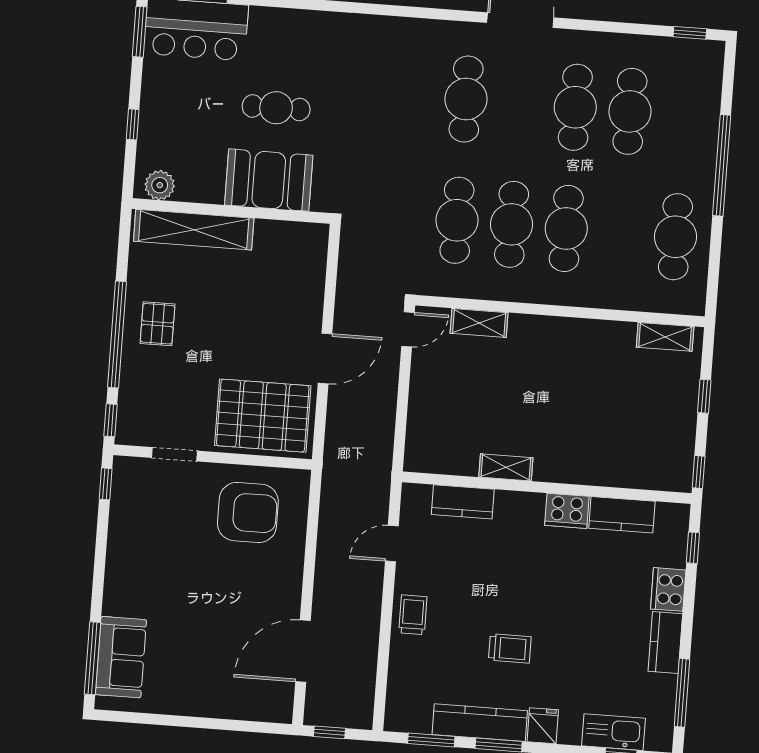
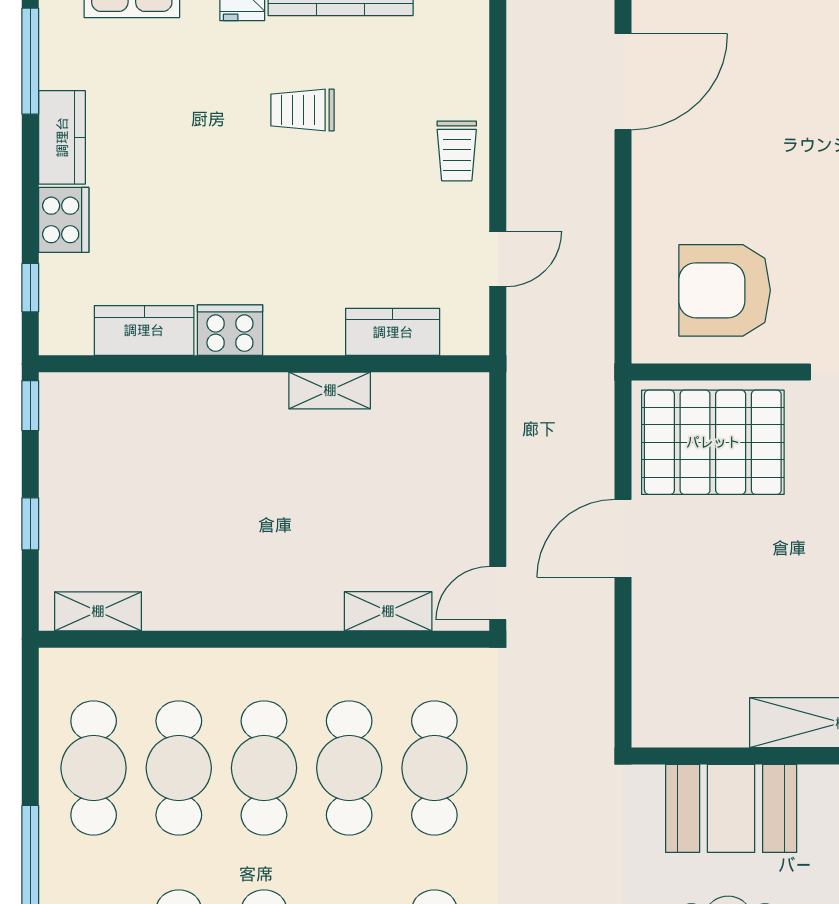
cafe table: (621, 233) -> (179, 768), added

